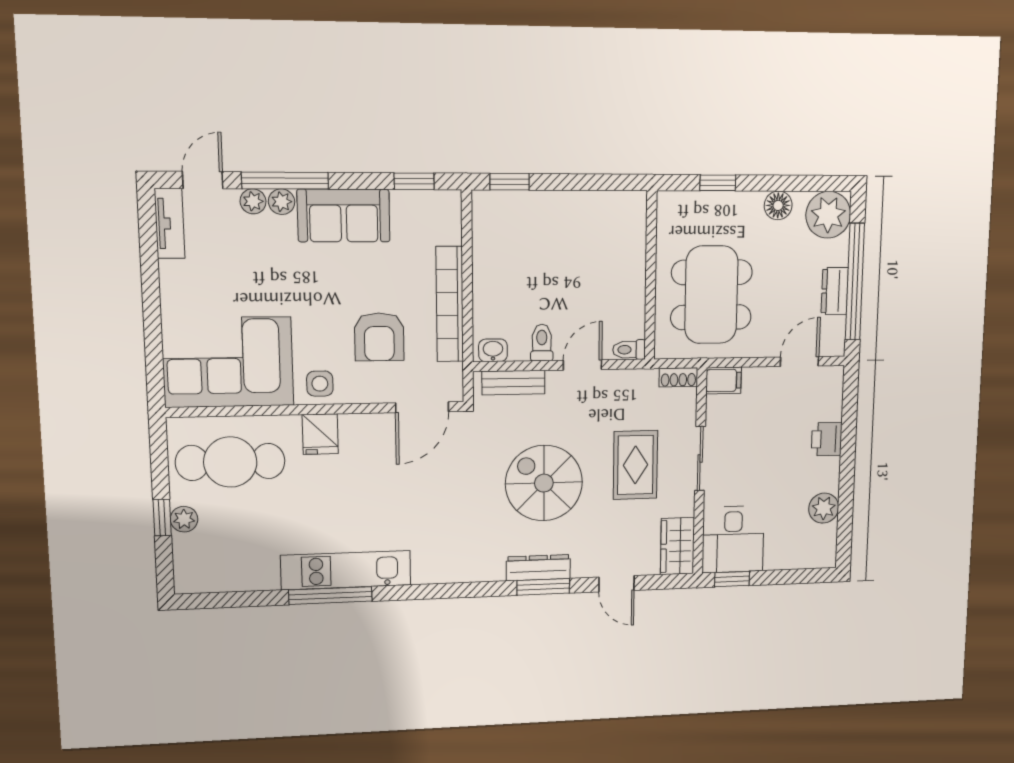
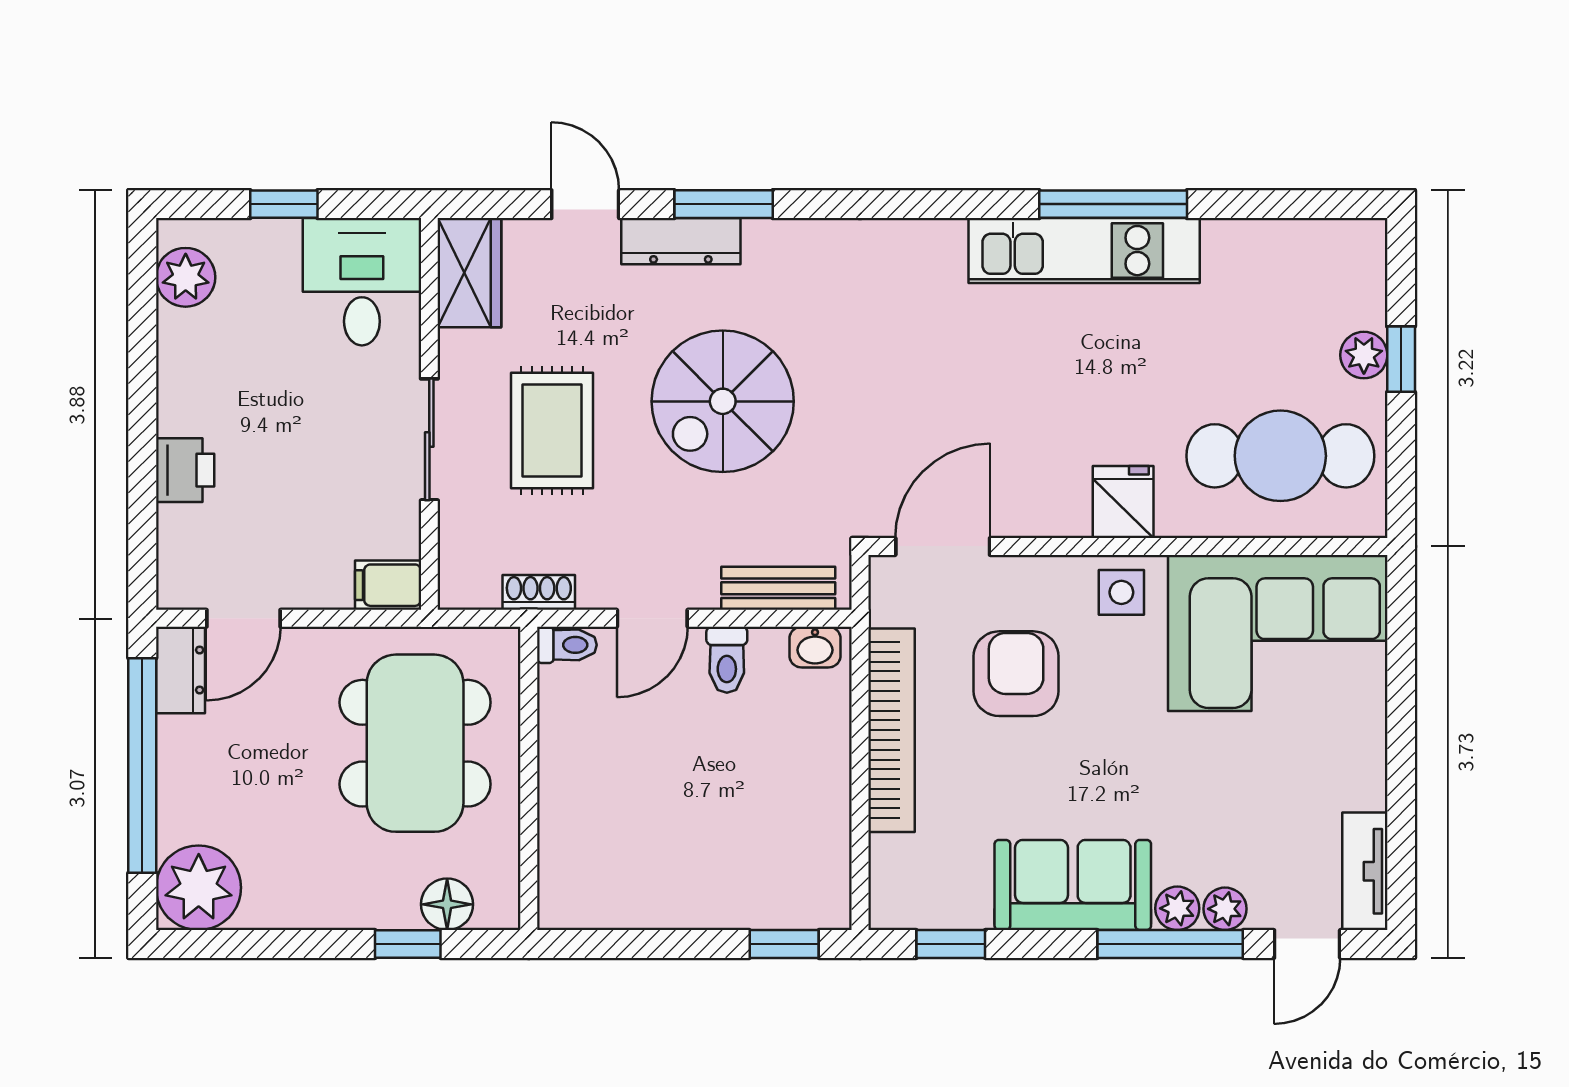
floor lamp: (778, 205) -> (447, 904), moved
dresser: (835, 291) -> (181, 670), moved
shoe rack: (678, 377) -> (539, 592), moved
spiral stairs: (544, 483) -> (723, 401), turned 90
plant: (824, 508) -> (186, 277), moved
dresser: (538, 568) -> (681, 241), moved
window: (732, 579) -> (284, 204), moved

